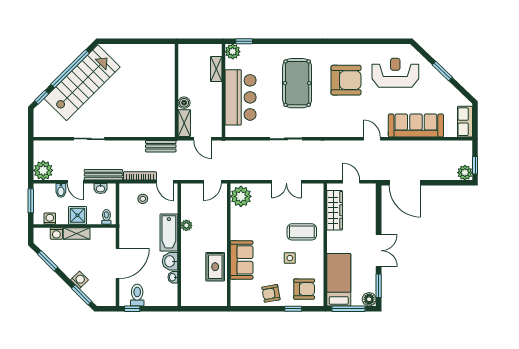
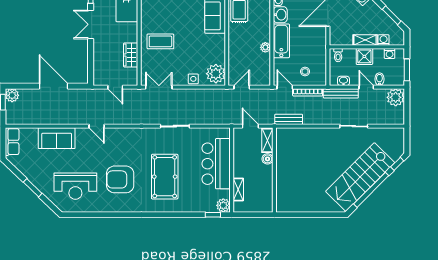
sofa: (416, 126) -> (57, 138), width x0.73
double door: (286, 182) -> (159, 87), moved
door: (405, 183) -> (53, 86), moved
wardrobe: (335, 210) -> (131, 55), width x0.67
side table: (290, 258) -> (193, 79), moved

